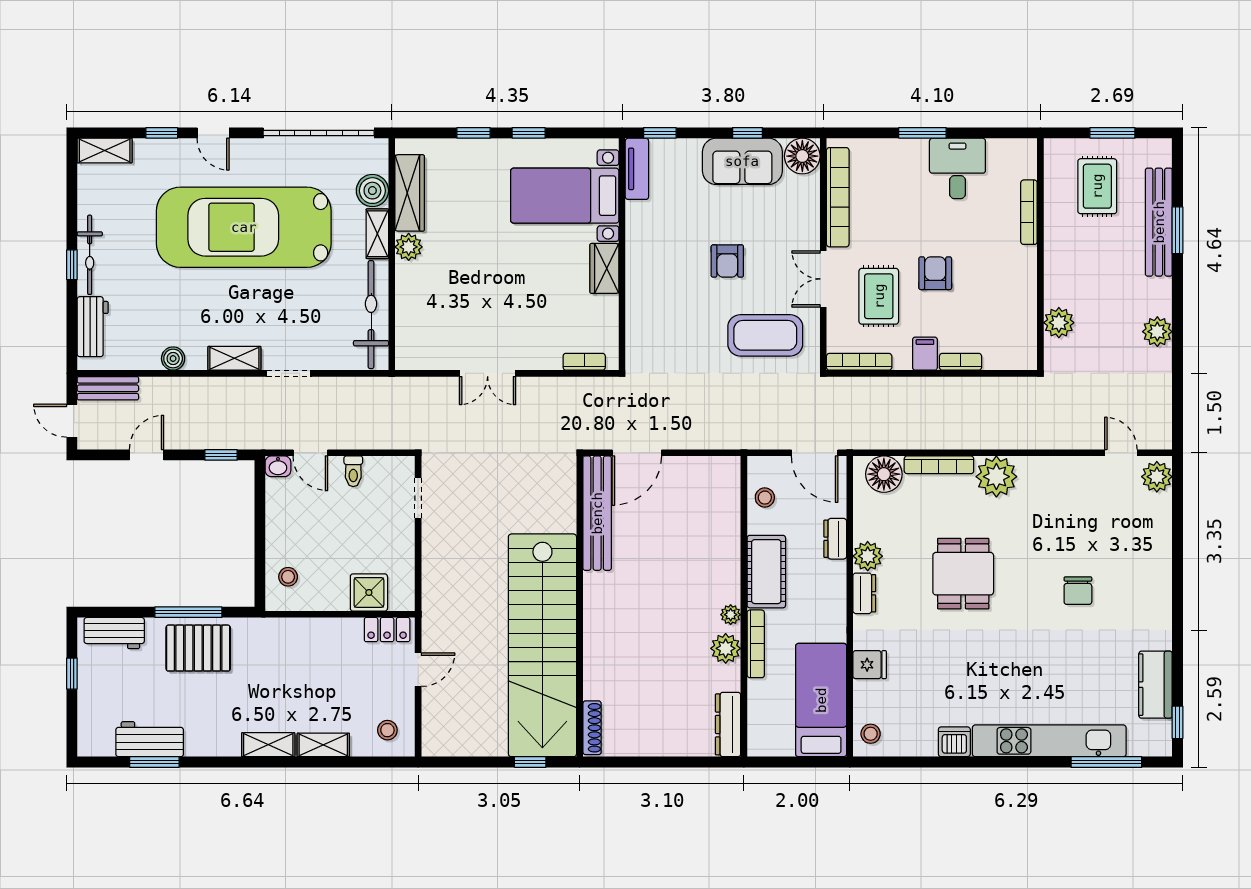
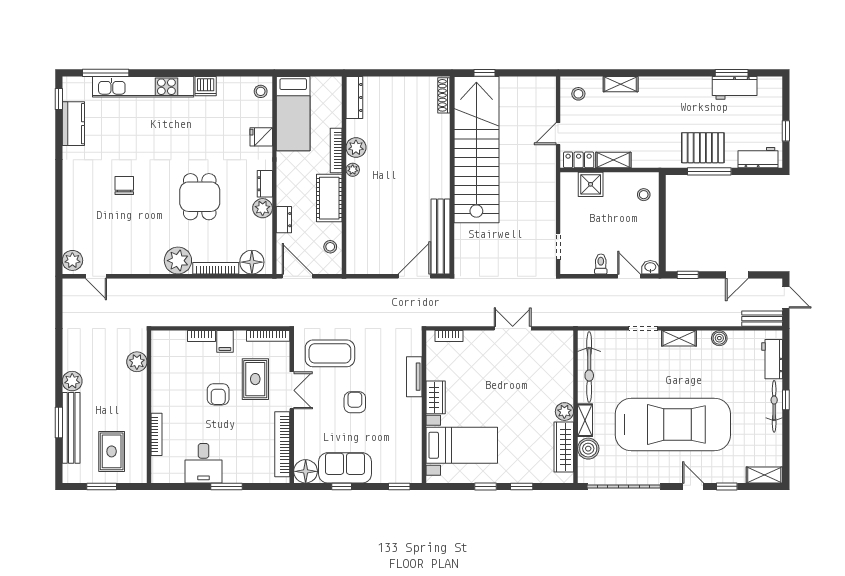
tv unit: (637, 169) -> (414, 377), moved
plant: (1157, 332) -> (72, 381), moved
shelving: (268, 745) -> (613, 160), moved

